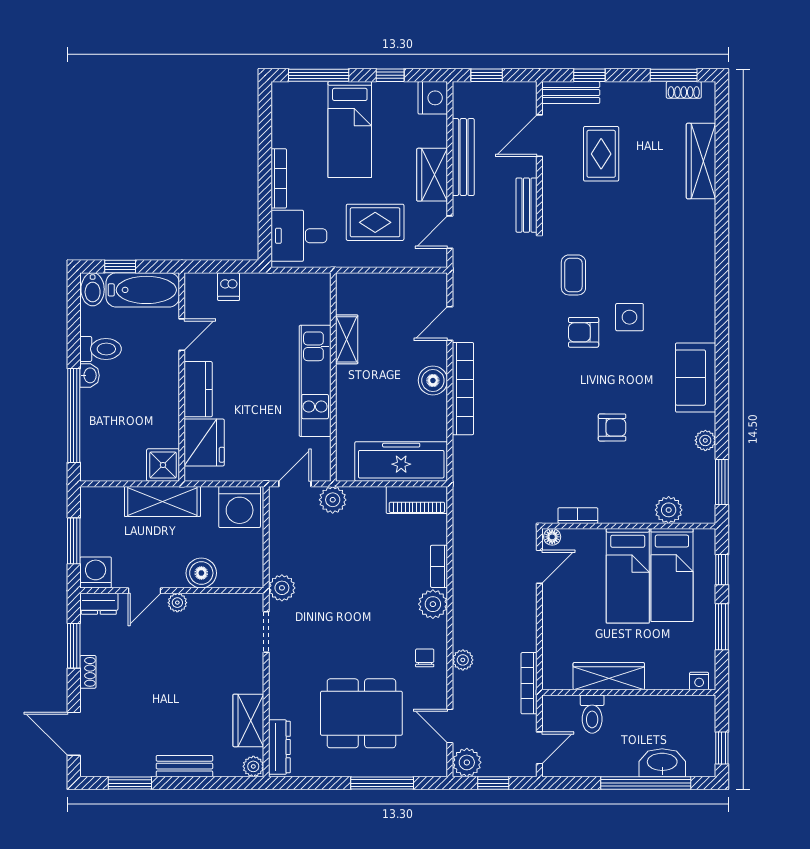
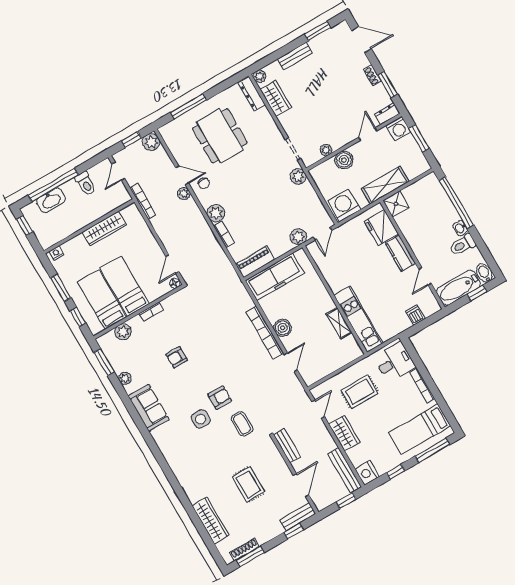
shoe rack: (684, 90) -> (244, 550), width x1.43
bed: (350, 130) -> (420, 429), moved, turned -90
rug: (601, 154) -> (248, 484), moved
bench: (463, 157) -> (345, 471), moved
kitchen unit: (315, 381) -> (359, 319), moved
bookcase: (578, 516) -> (151, 312), moved
plant: (177, 603) -> (326, 150), moved
dining table: (361, 713) -> (220, 136), turned 90
toilet: (592, 714) -> (86, 184), moved, turned 180
door: (450, 726) -> (182, 175), moved

